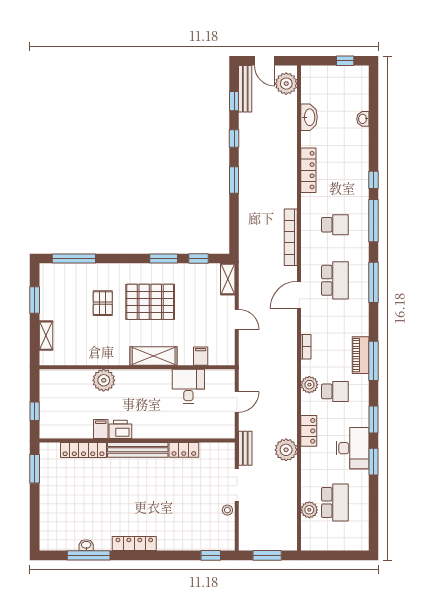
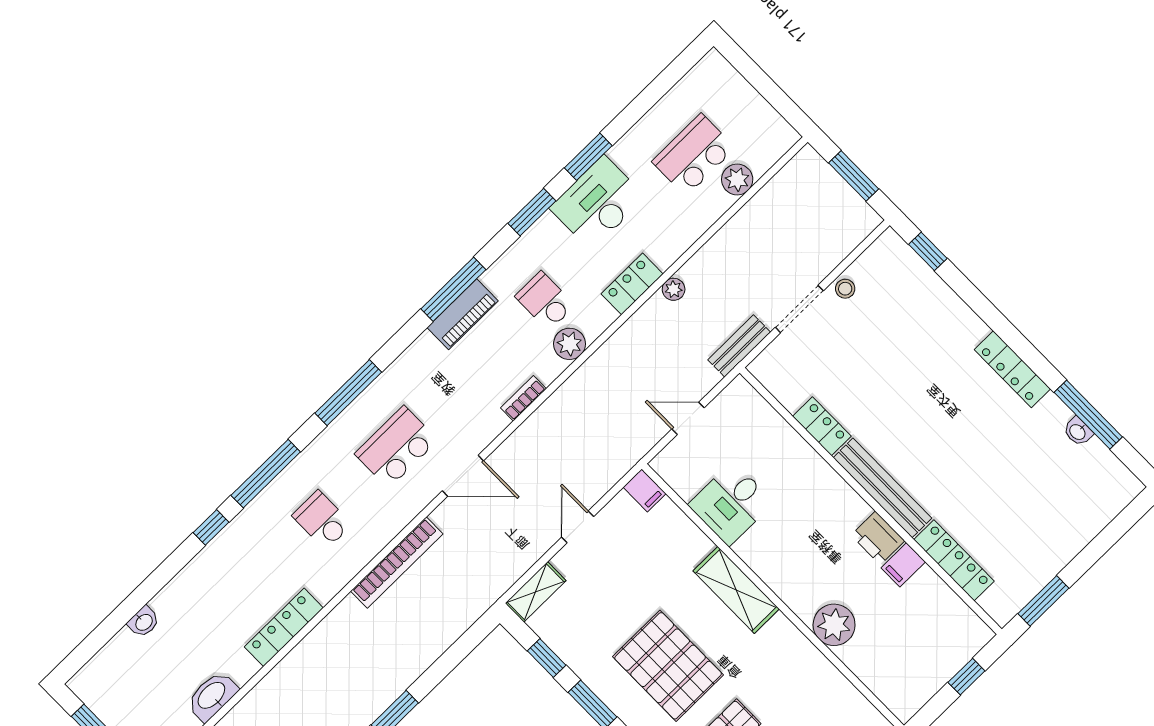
filing cabinet: (201, 356) -> (645, 490), moved, turned -90
plant: (286, 450) -> (674, 289), width x0.53, depth x0.53

